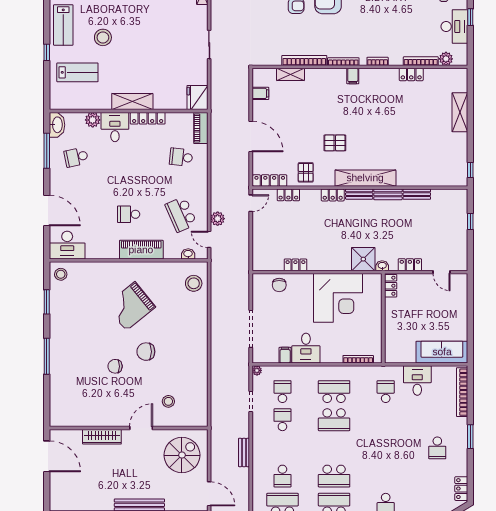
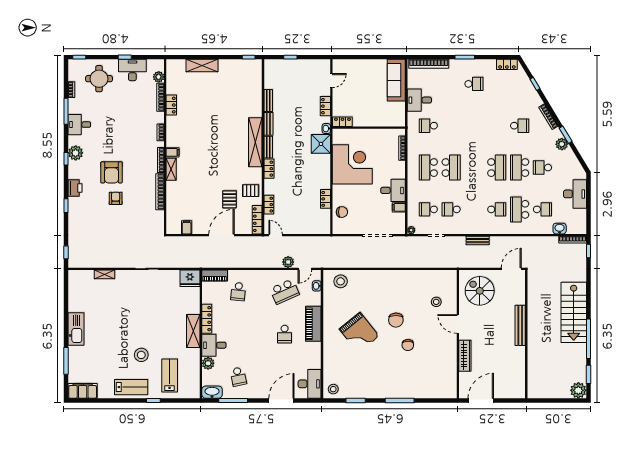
shelving: (290, 74) -> (171, 169), moved
pallet: (335, 143) -> (229, 199), moved

